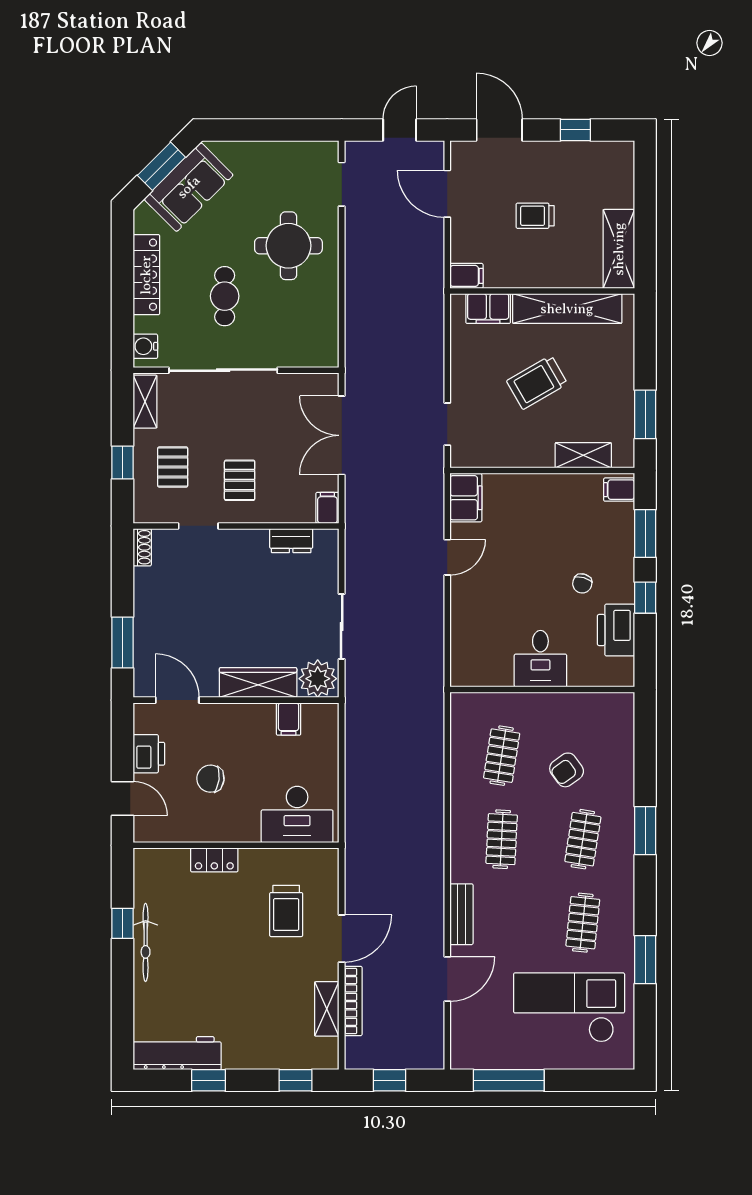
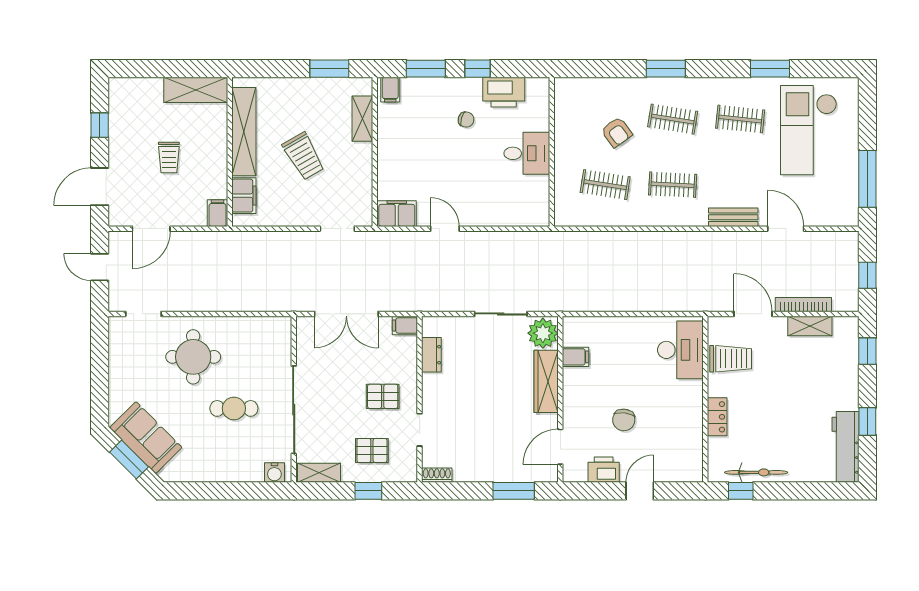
locker: (146, 275) -> (217, 472), removed
desk: (297, 814) -> (680, 350), moved
wall: (236, 845) -> (705, 399), moved
locker: (214, 860) -> (717, 417), moved

